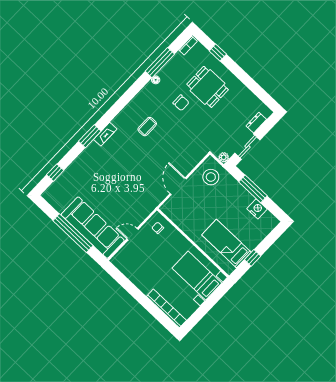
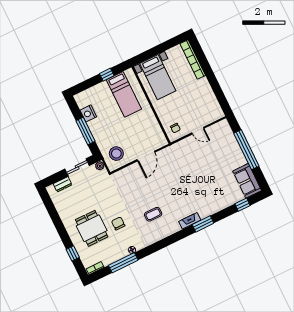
sofa: (93, 228) -> (247, 181), moved, width x0.54, depth x0.79

